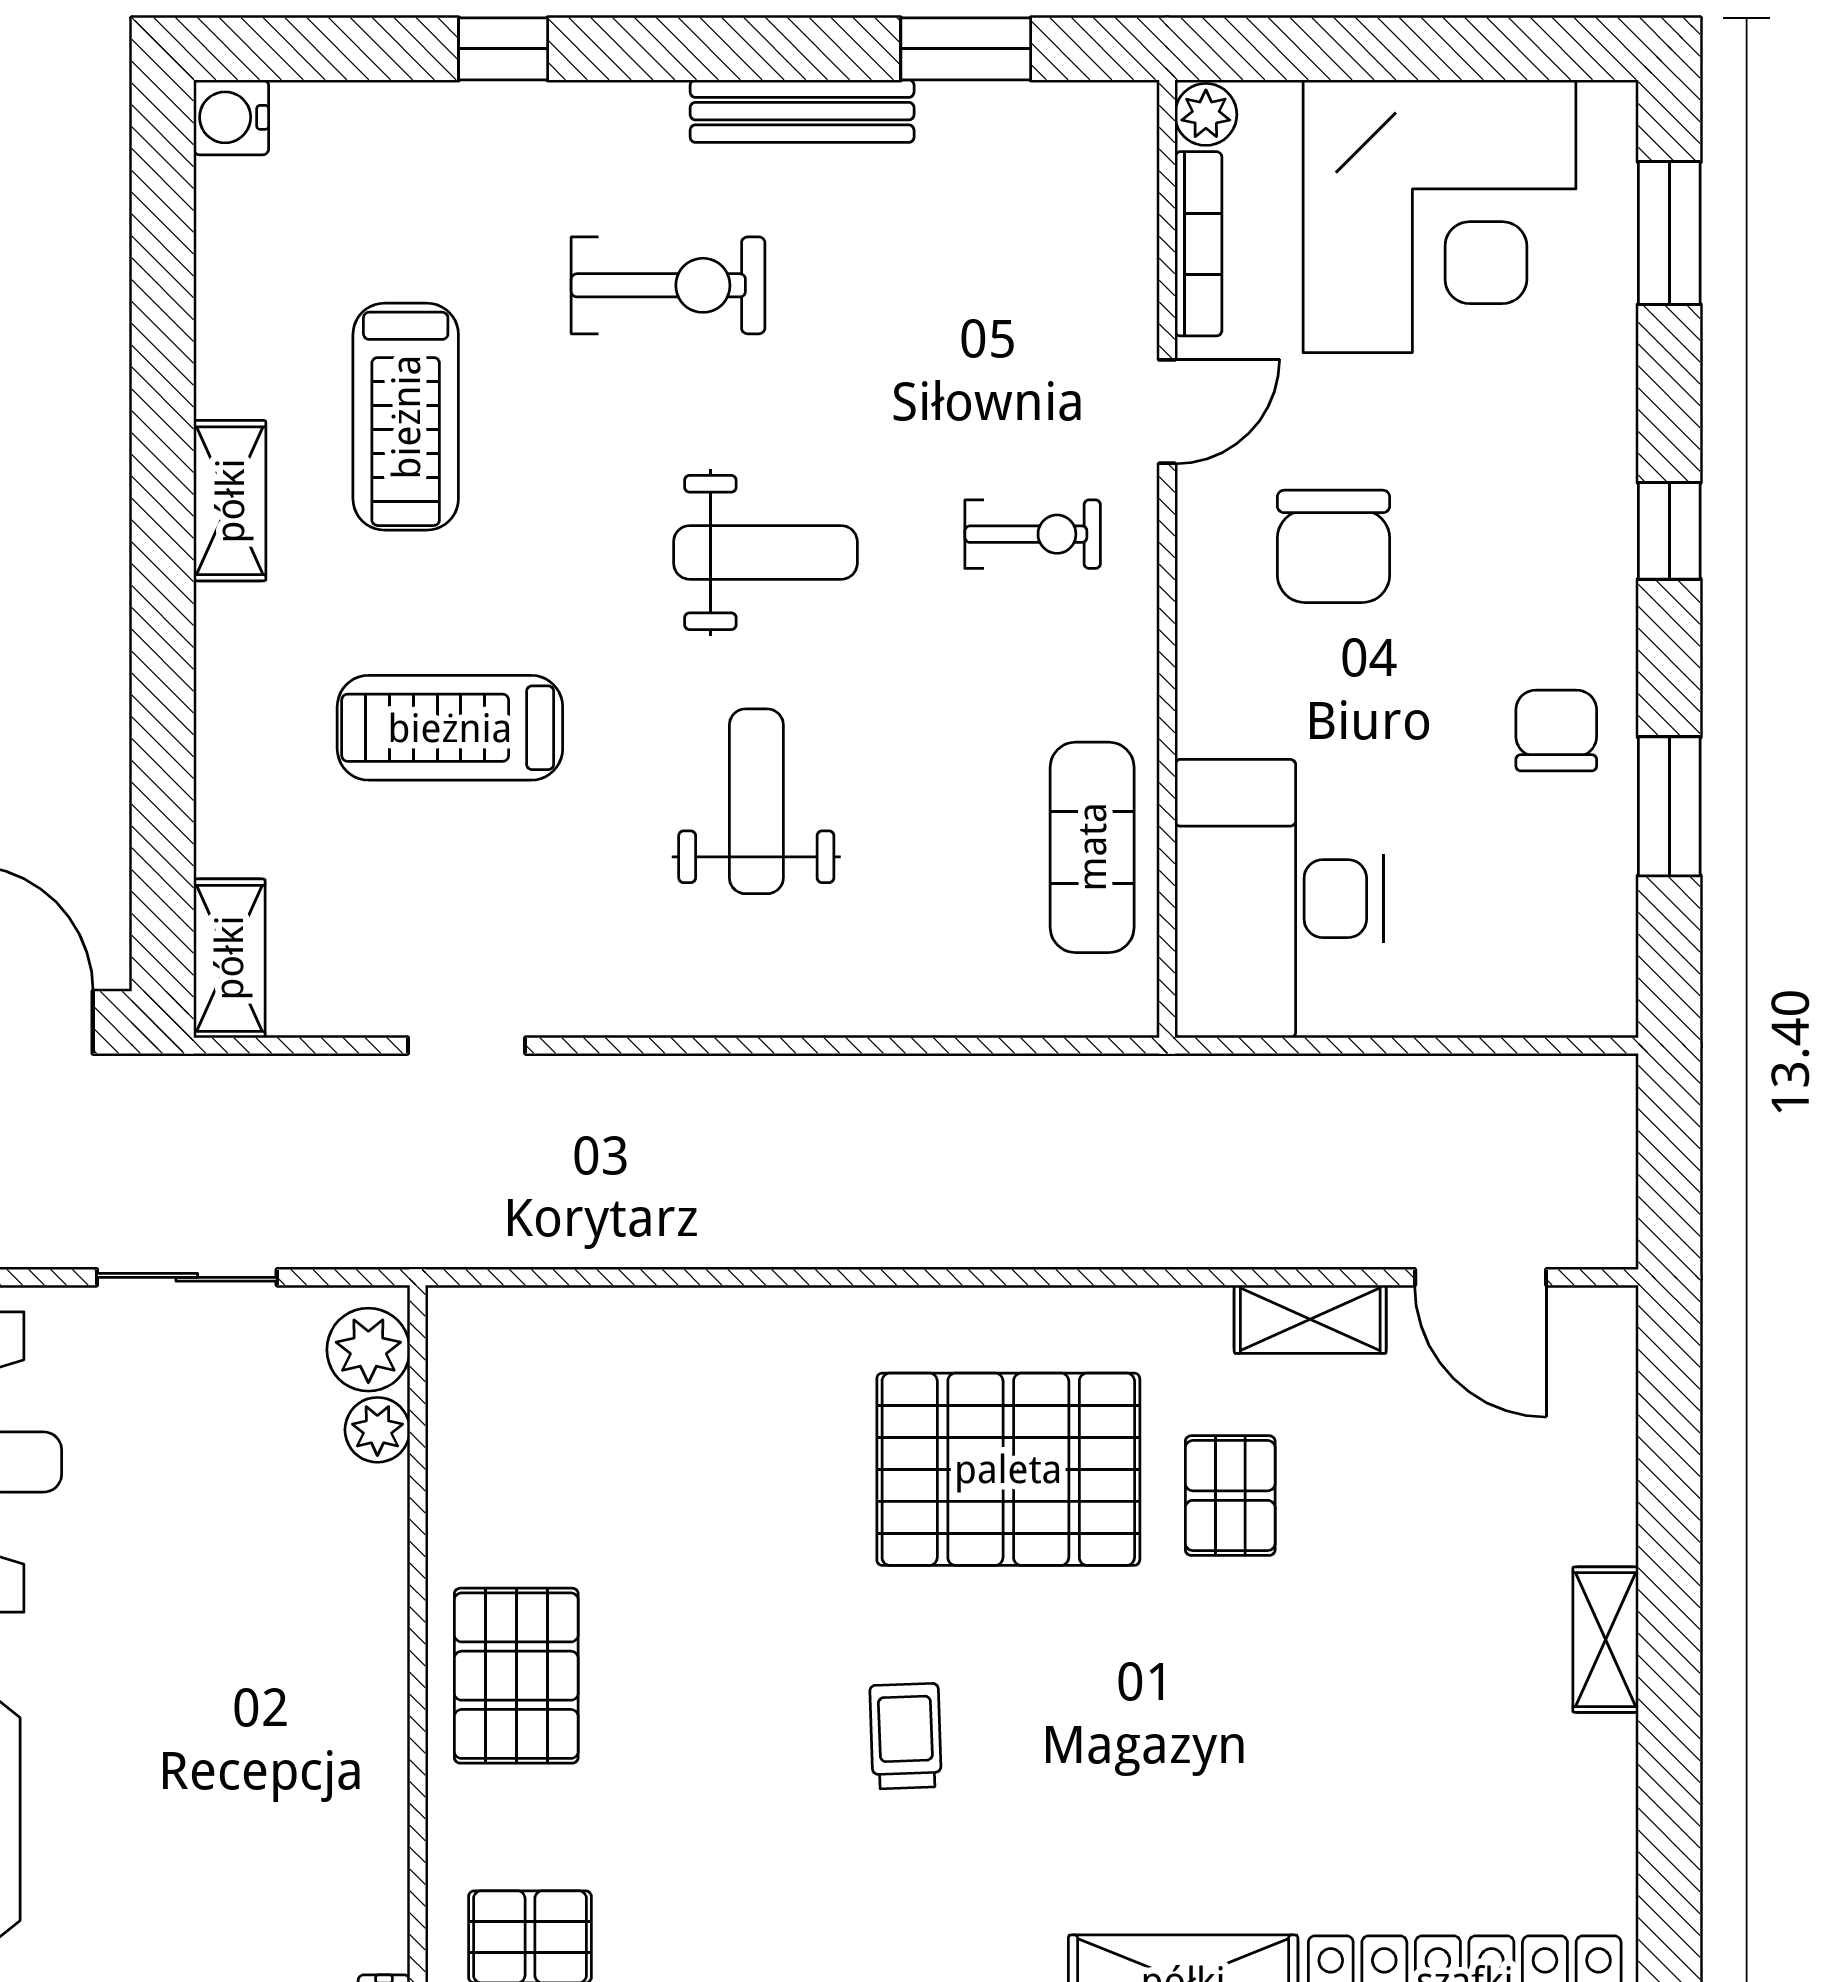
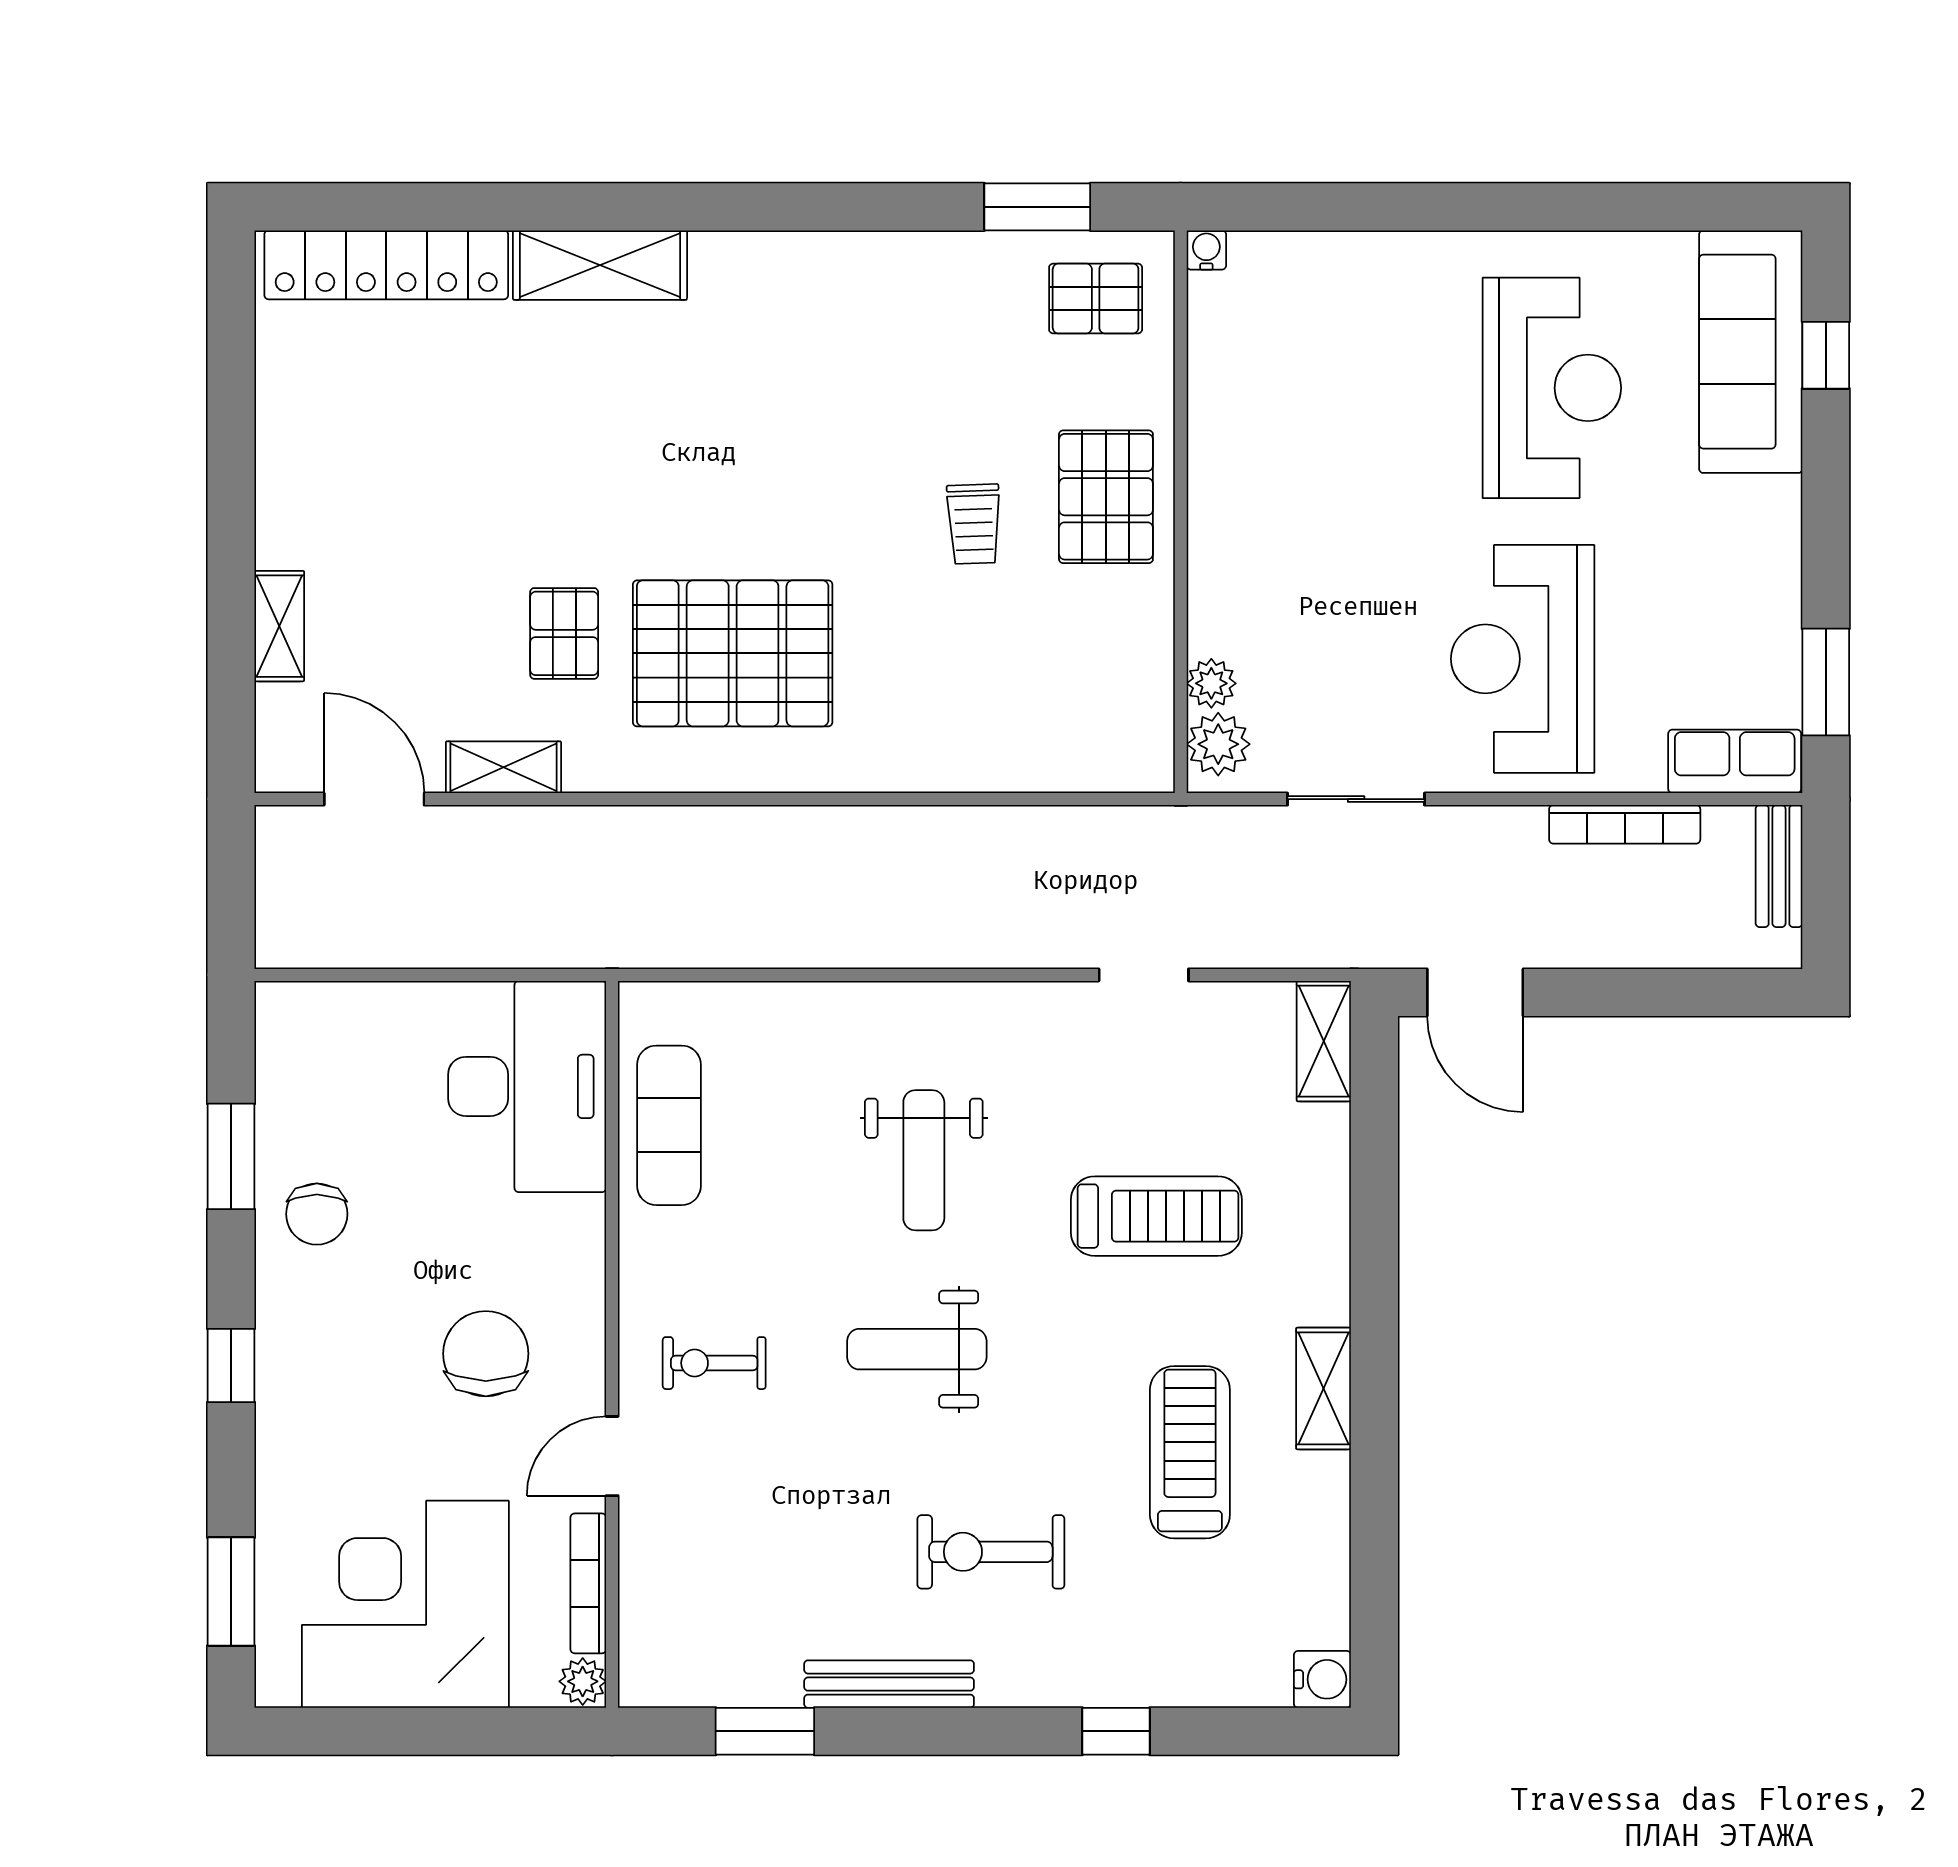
shelving: (1606, 1640) -> (279, 626), moved
trolley: (906, 1736) -> (974, 524), moved

